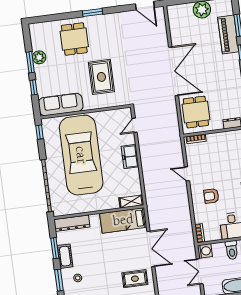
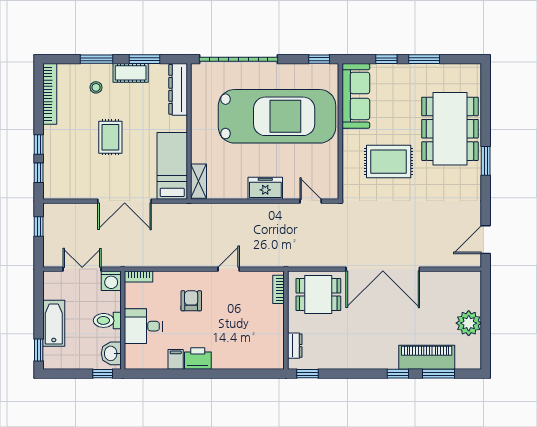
dining table: (74, 39) -> (450, 129), width x1.88, depth x1.24
plant: (39, 57) -> (430, 73), removed
rug: (135, 279) -> (110, 137), moved

